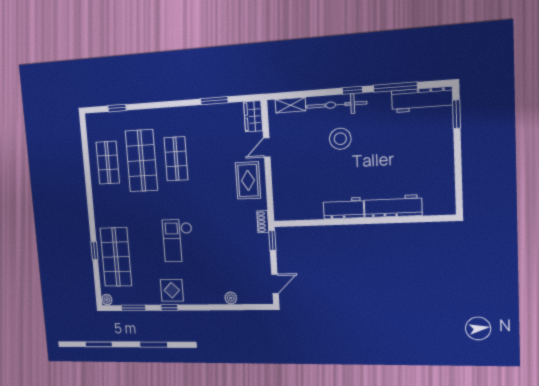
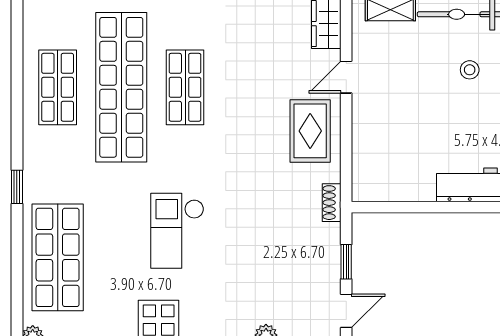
stool: (340, 139) -> (470, 70), width x0.53, depth x0.53
shop shelf: (141, 161) -> (121, 87), width x1.40
window: (272, 241) -> (346, 262), moved
window: (94, 251) -> (17, 187), moved

